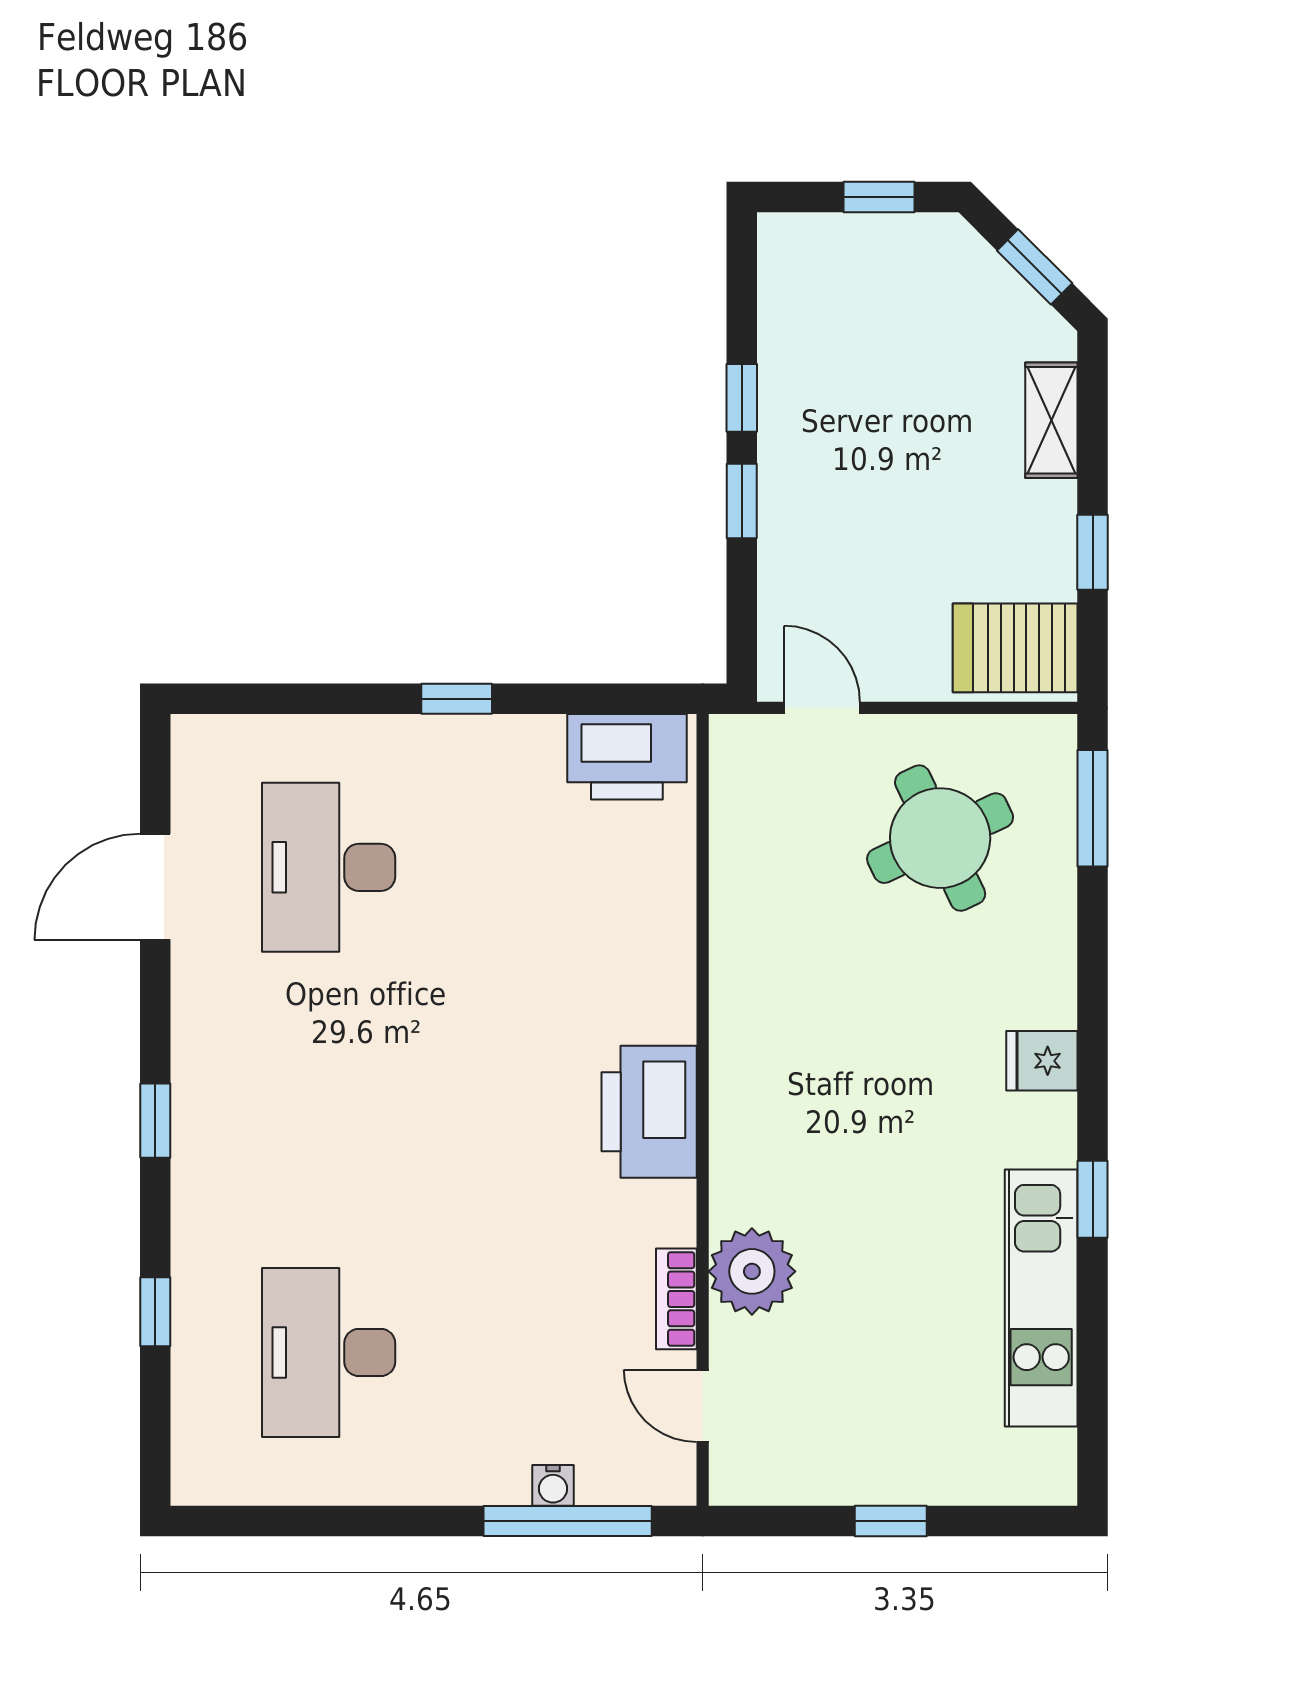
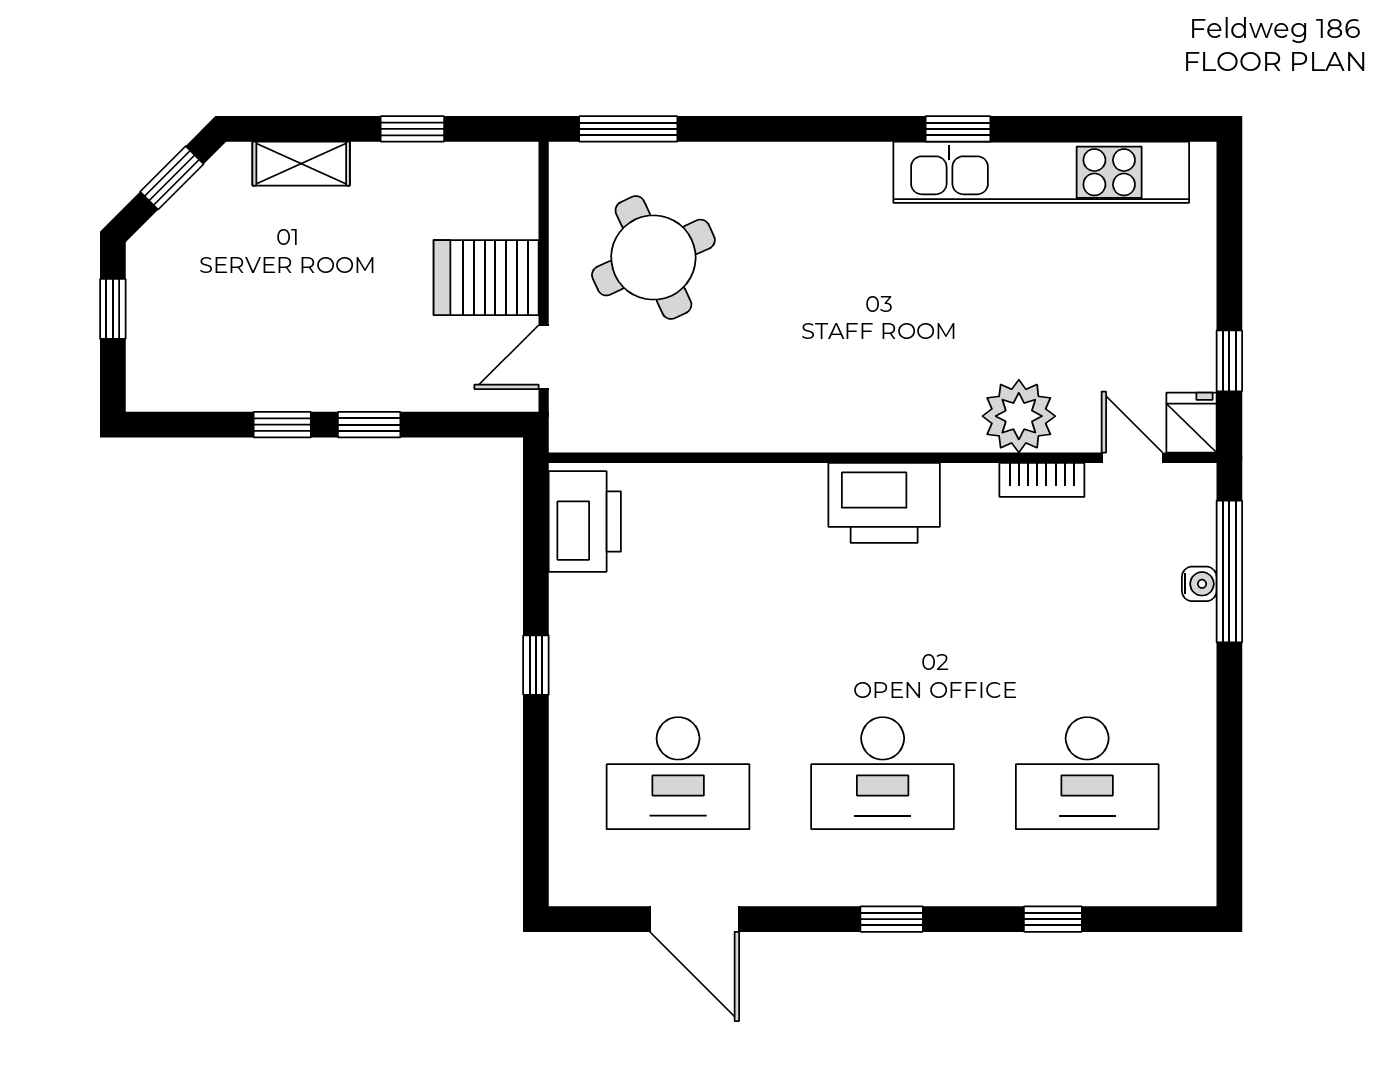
server rack: (1015, 648) -> (486, 278), moved, turned 90
fridge: (1042, 1061) -> (1191, 423), moved, turned 180
desk: (329, 1110) -> (883, 773), added
kitchen unit: (1041, 1298) -> (1041, 172), width x1.36
door: (703, 1406) -> (1132, 458), swing flipped
window: (891, 1521) -> (1229, 361), moved

